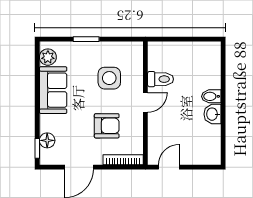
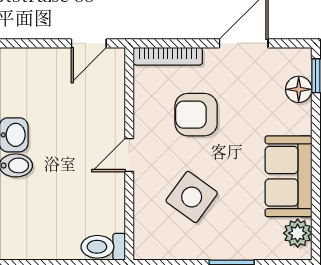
side table: (109, 78) -> (192, 197), turned 36
toilet: (161, 79) -> (103, 247), moved

